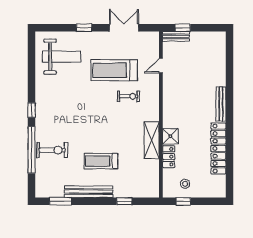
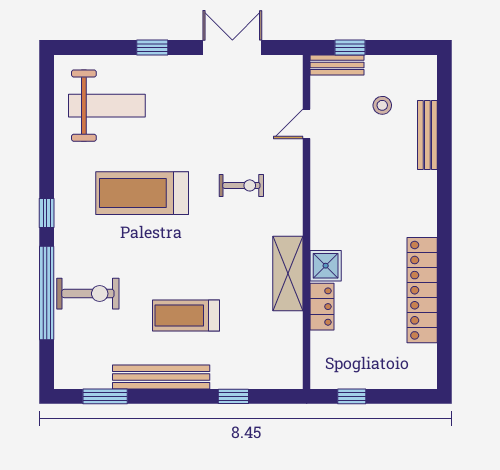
treadmill: (114, 70) -> (142, 193), moved
bench: (221, 104) -> (427, 135), moved
stool: (185, 184) -> (382, 105), moved

